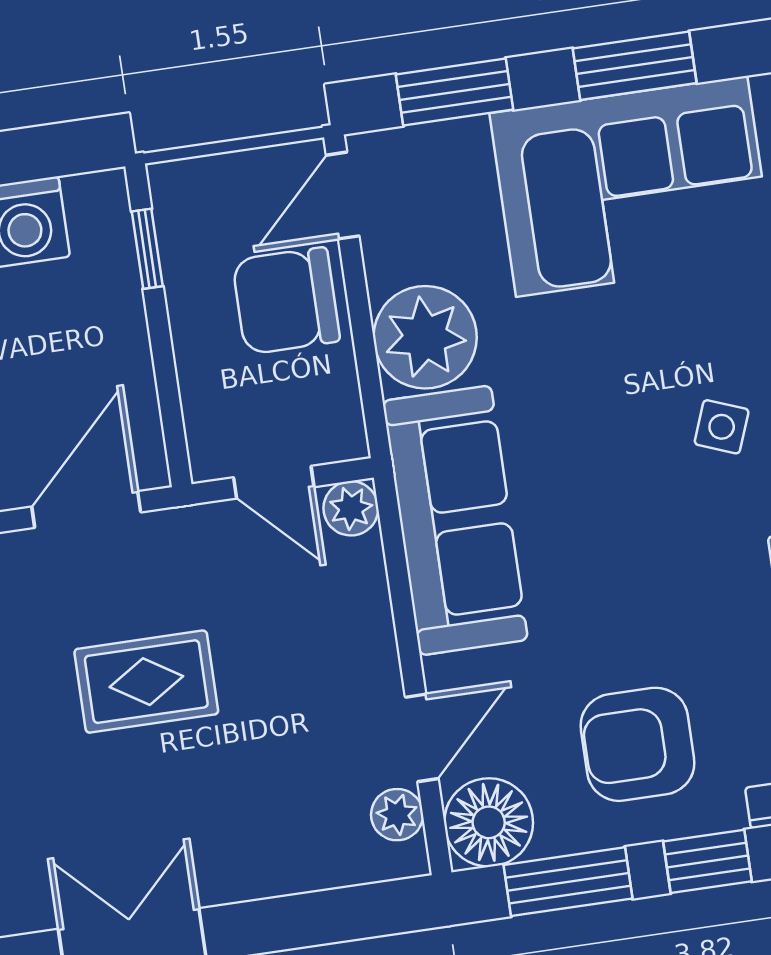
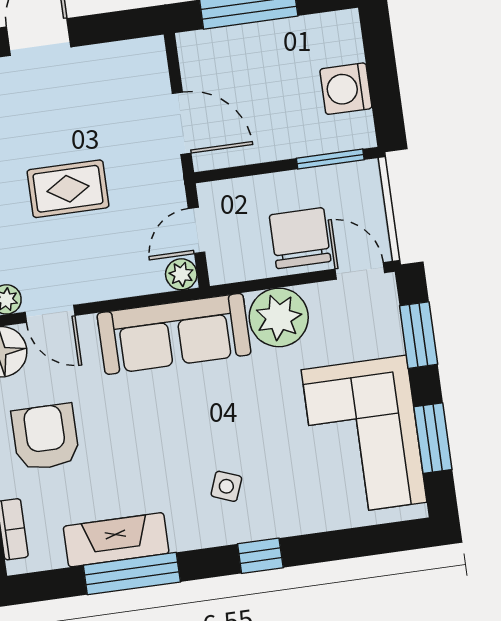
window: (147, 249) -> (330, 159), width x1.50
rug: (146, 682) -> (68, 189), moved, turned 90

